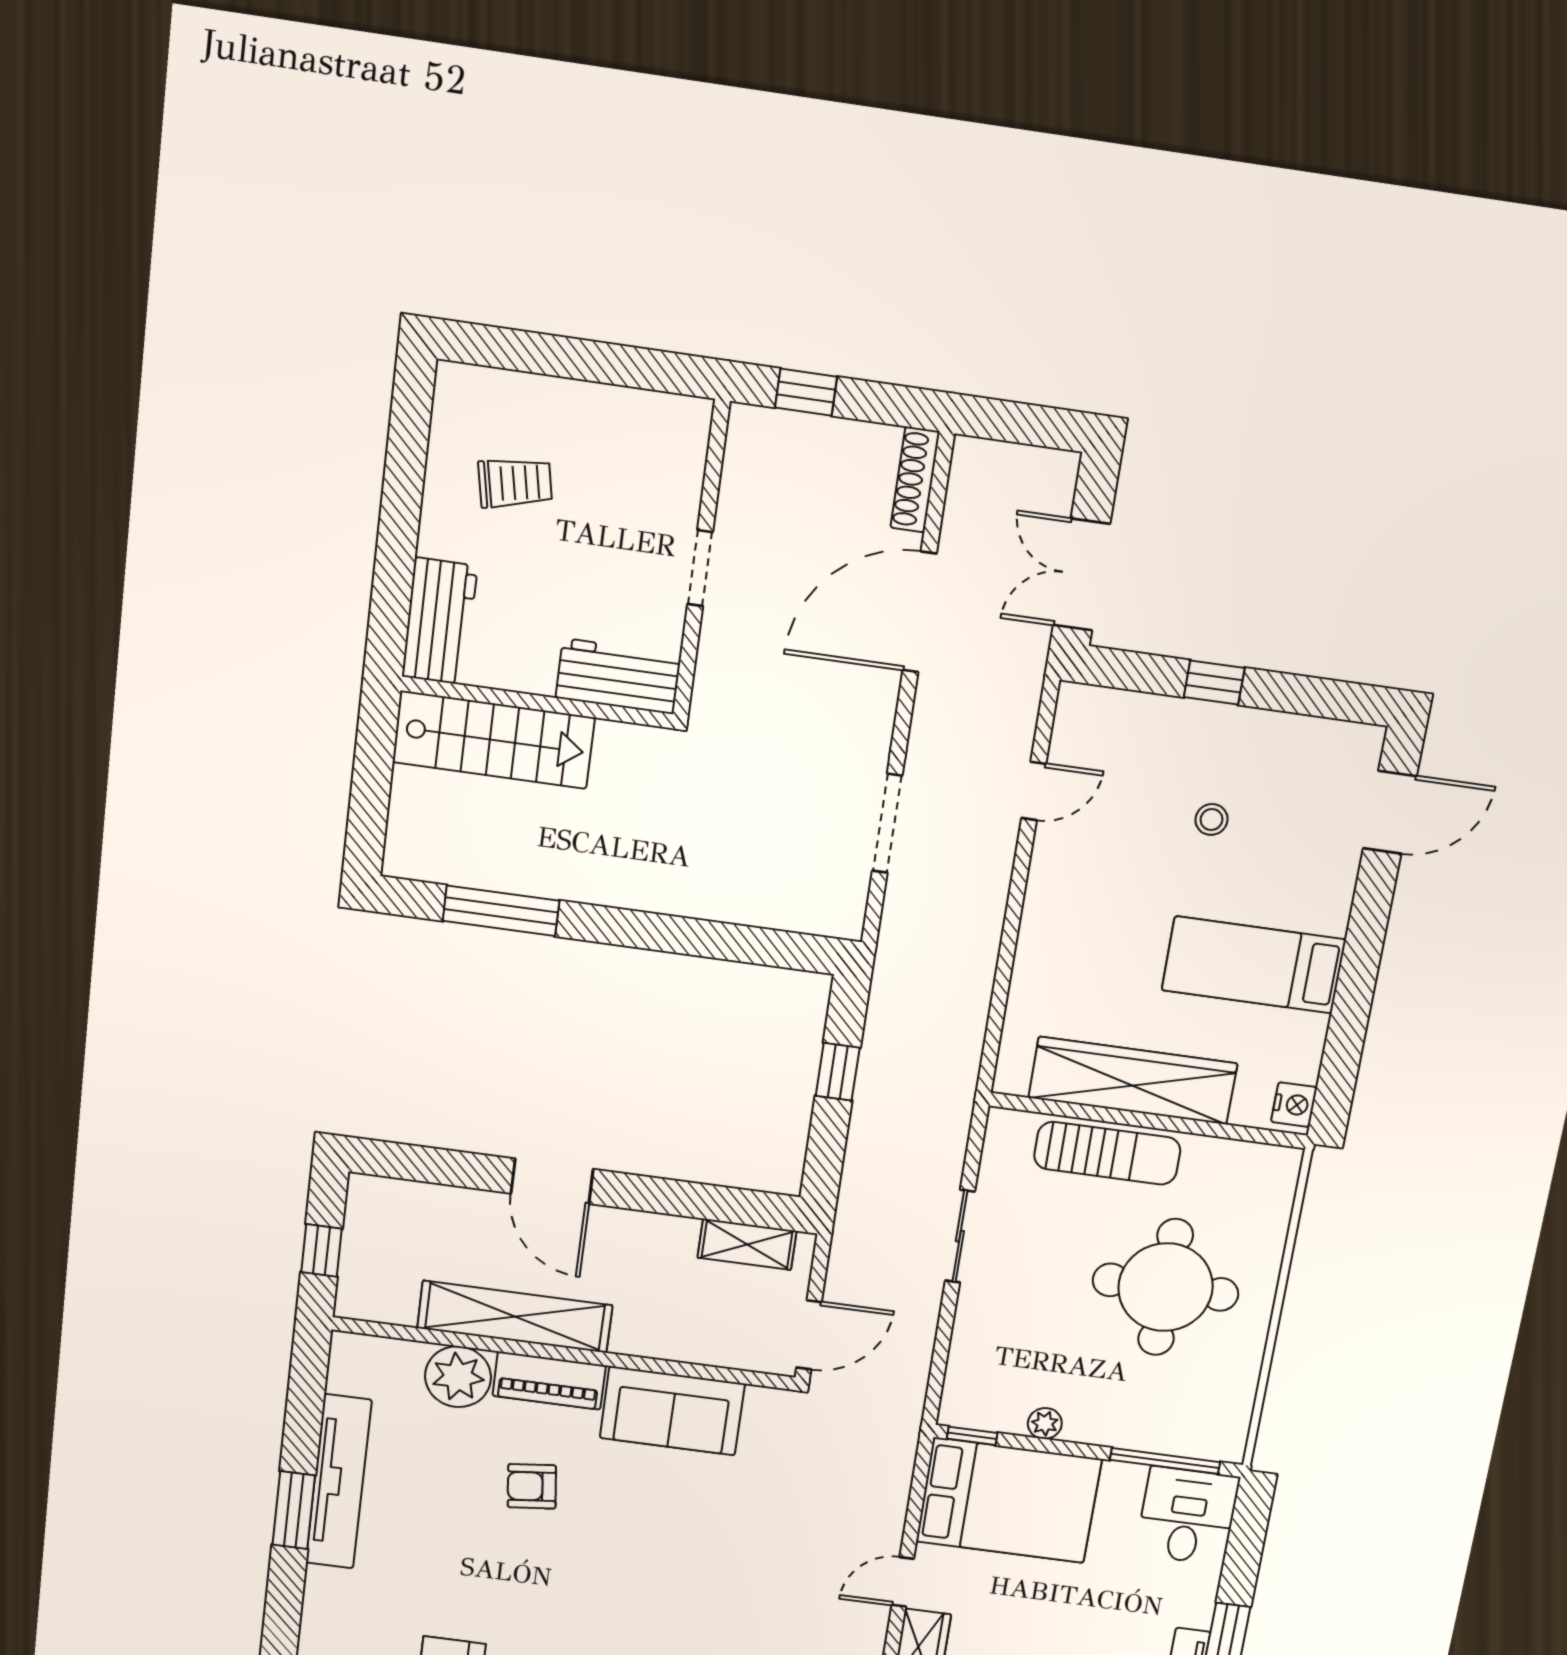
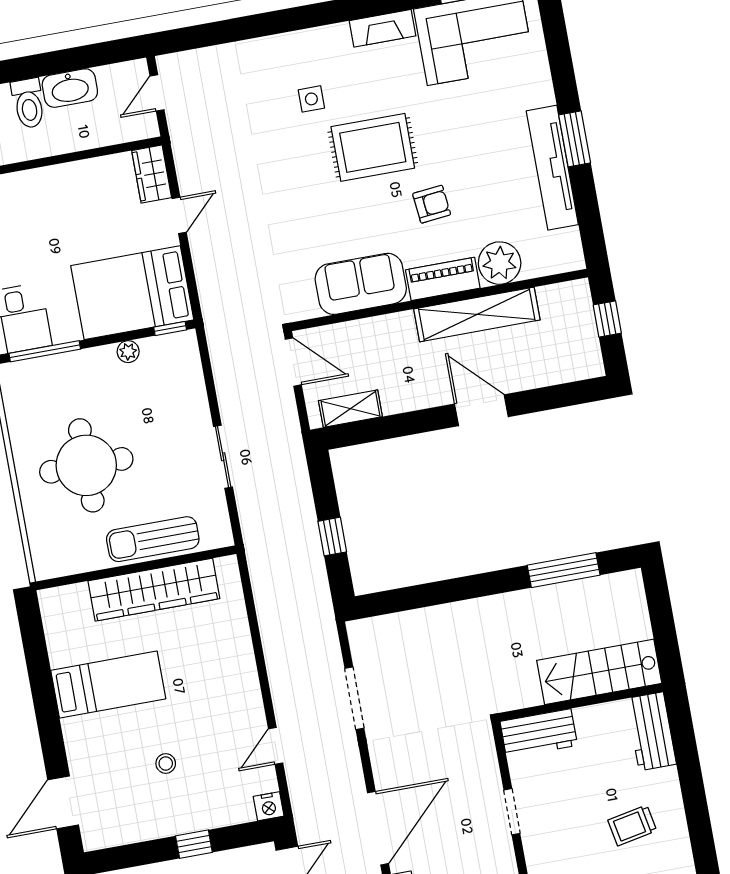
nightstand: (1294, 1105) -> (269, 806), moved, turned -90
door: (809, 1335) -> (293, 362), swing flipped
rug: (592, 1587) -> (373, 147), added

